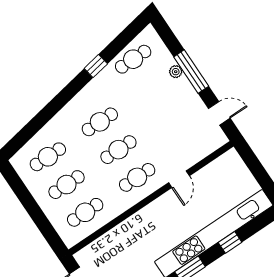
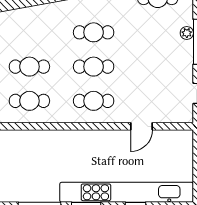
cafe table: (48, 157) -> (29, 32), removed
door: (179, 179) -> (142, 126), moved

